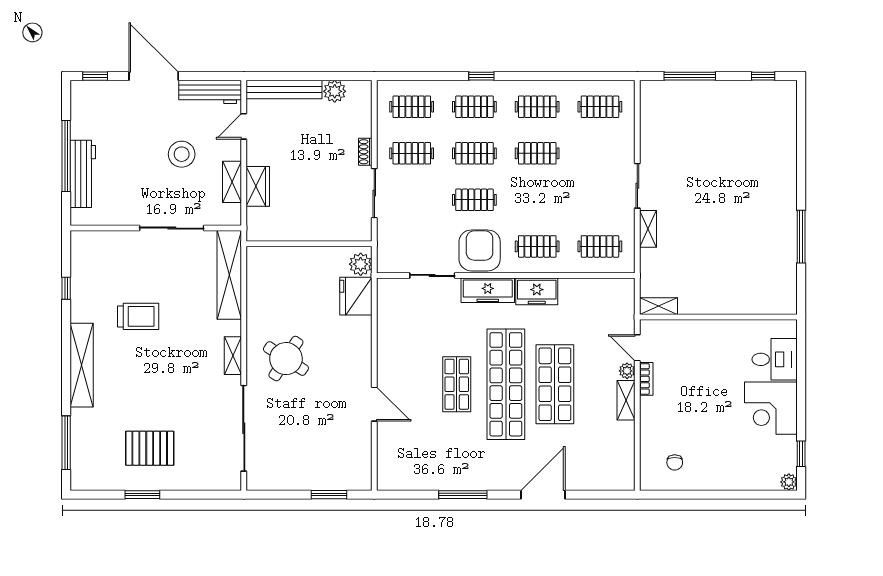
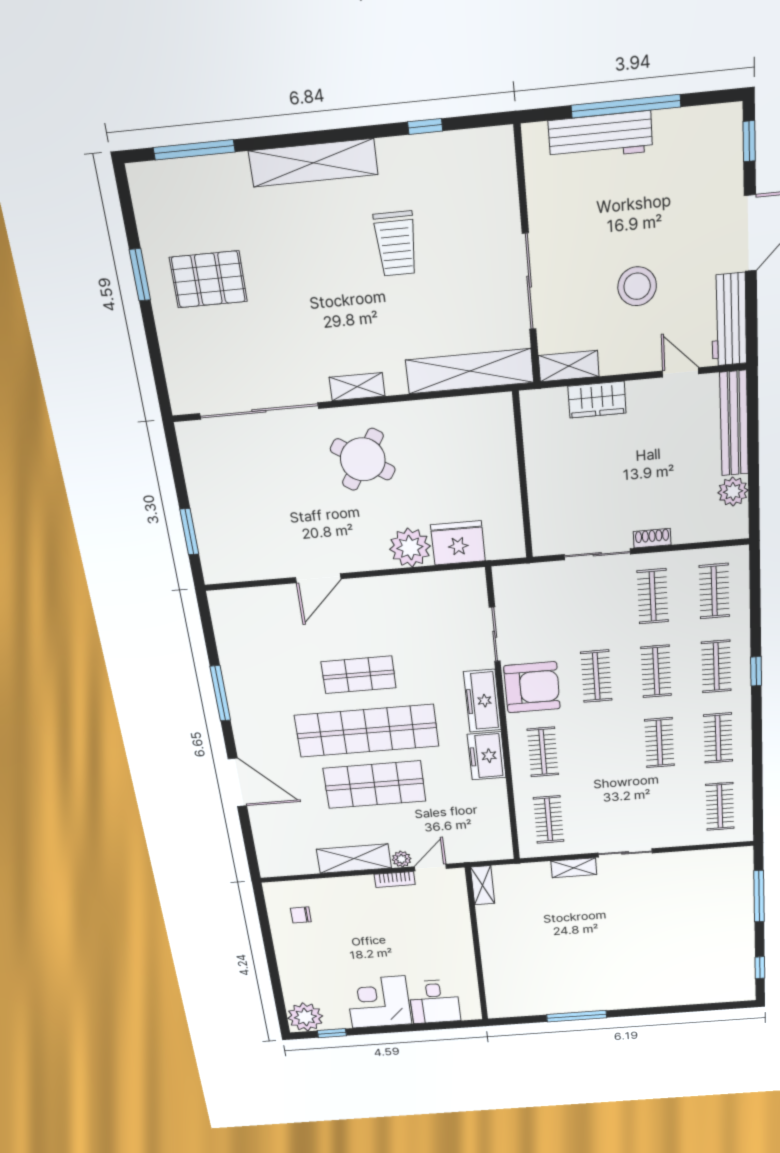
shelving: (232, 182) -> (569, 366), moved
plant: (361, 264) -> (410, 548), moved, width x1.36, depth x1.36
shelving: (626, 400) -> (354, 859), width x1.50, depth x1.33
pallet: (150, 448) -> (208, 279), turned 90
plant: (789, 482) -> (305, 1017), width x1.87, depth x1.87

